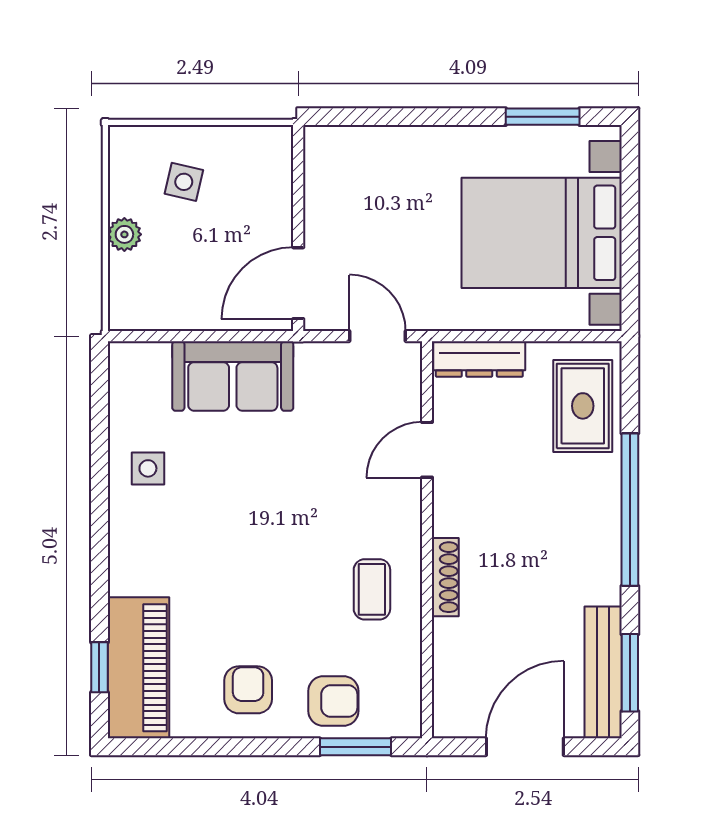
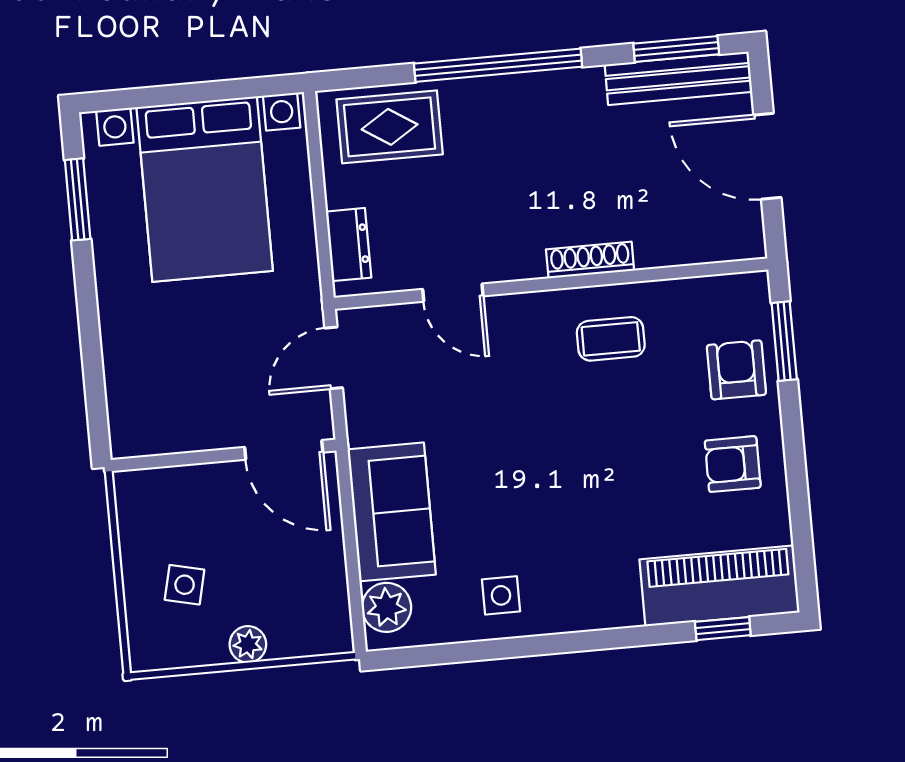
dresser: (479, 359) -> (349, 245), width x0.70
plant: (147, 363) -> (387, 607), added

